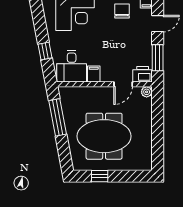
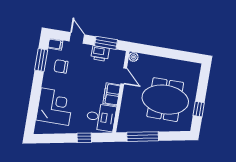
filing cabinet: (94, 74) -> (112, 94), width x2.00
printer: (143, 74) -> (100, 54), moved, turned -90
meeting table: (104, 136) -> (165, 100), turned 90

